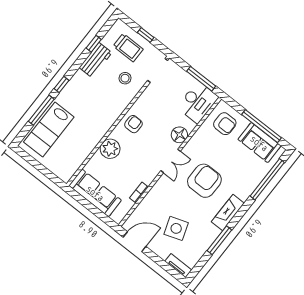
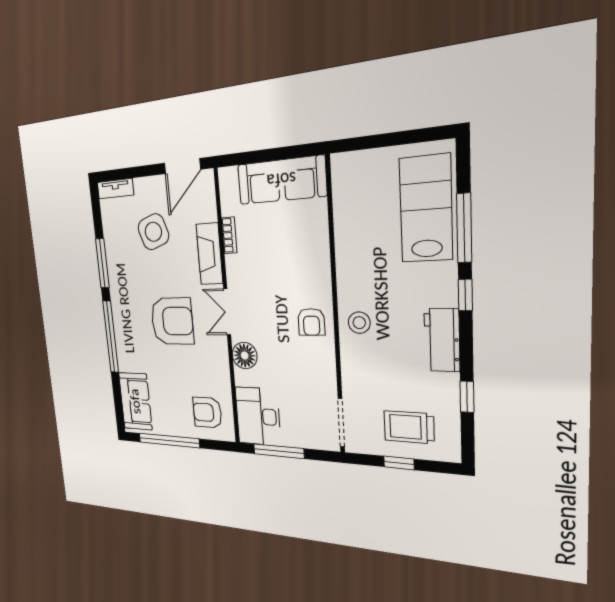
workbench: (96, 60) -> (442, 340), moved
stool: (125, 78) -> (359, 323), moved
sofa: (259, 143) -> (135, 401), moved, turned 90
plant: (110, 149) -> (313, 260), removed
window: (267, 179) -> (111, 337), moved
armchair: (204, 181) -> (172, 321), turned -90
fireplace: (228, 212) -> (209, 254), moved, turned 180

